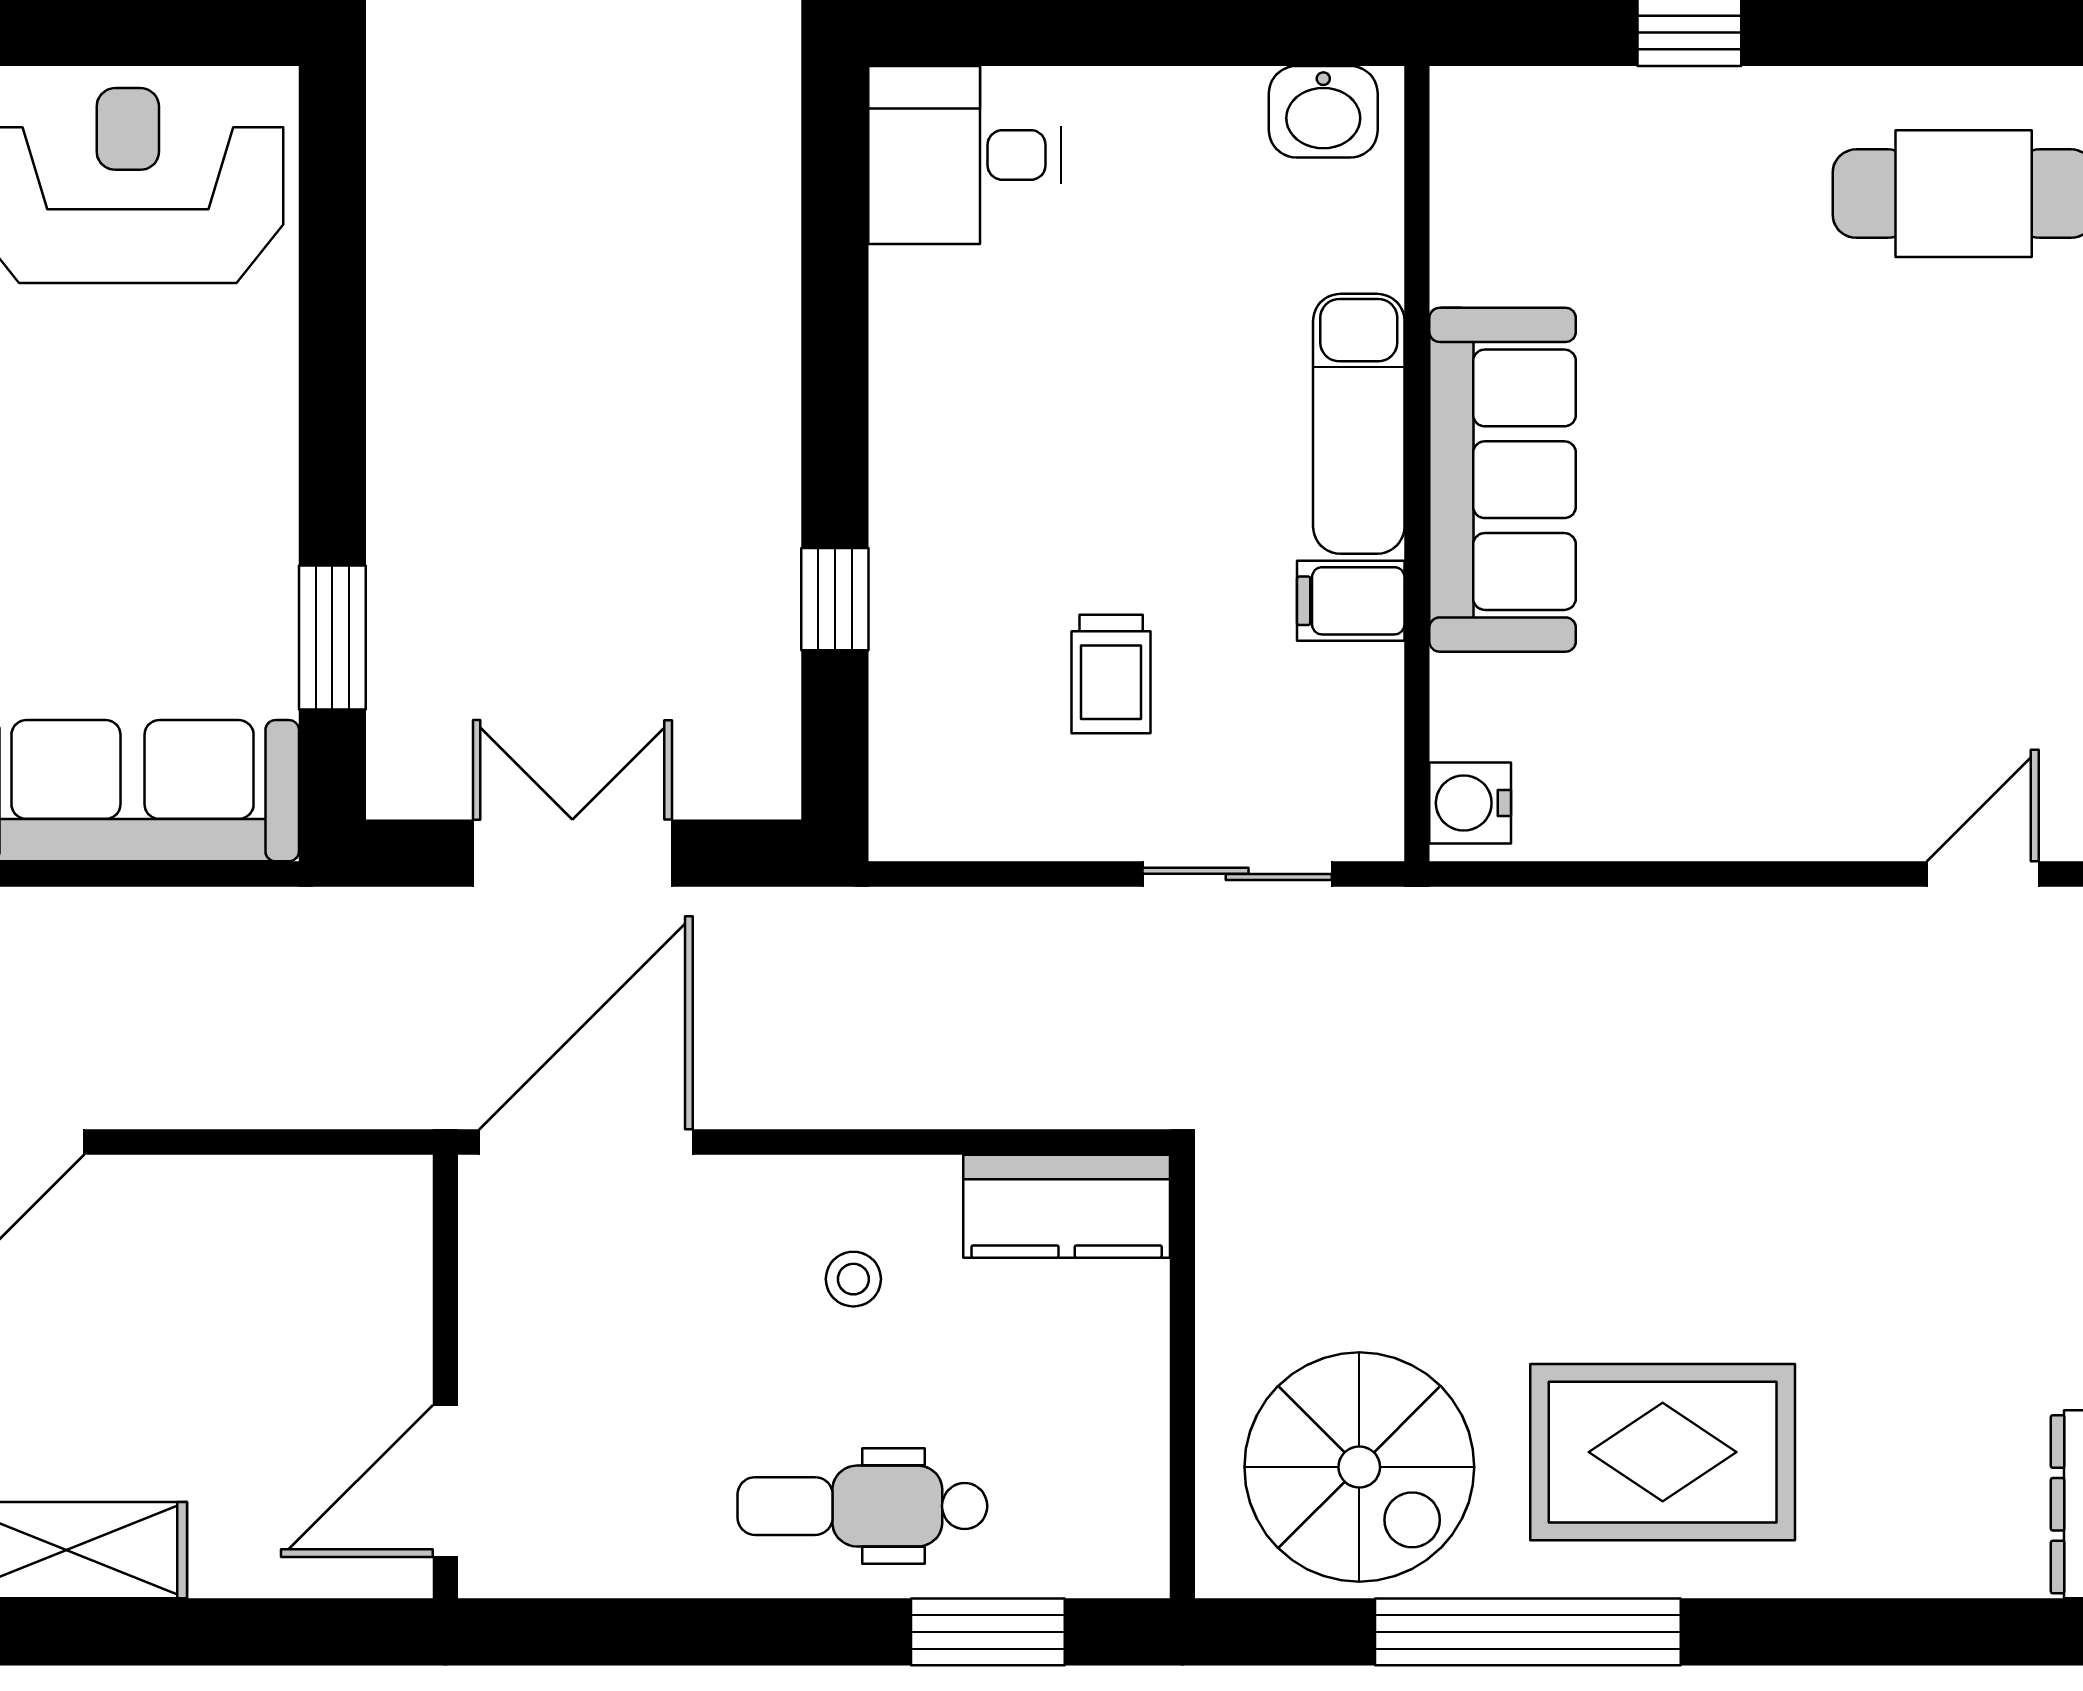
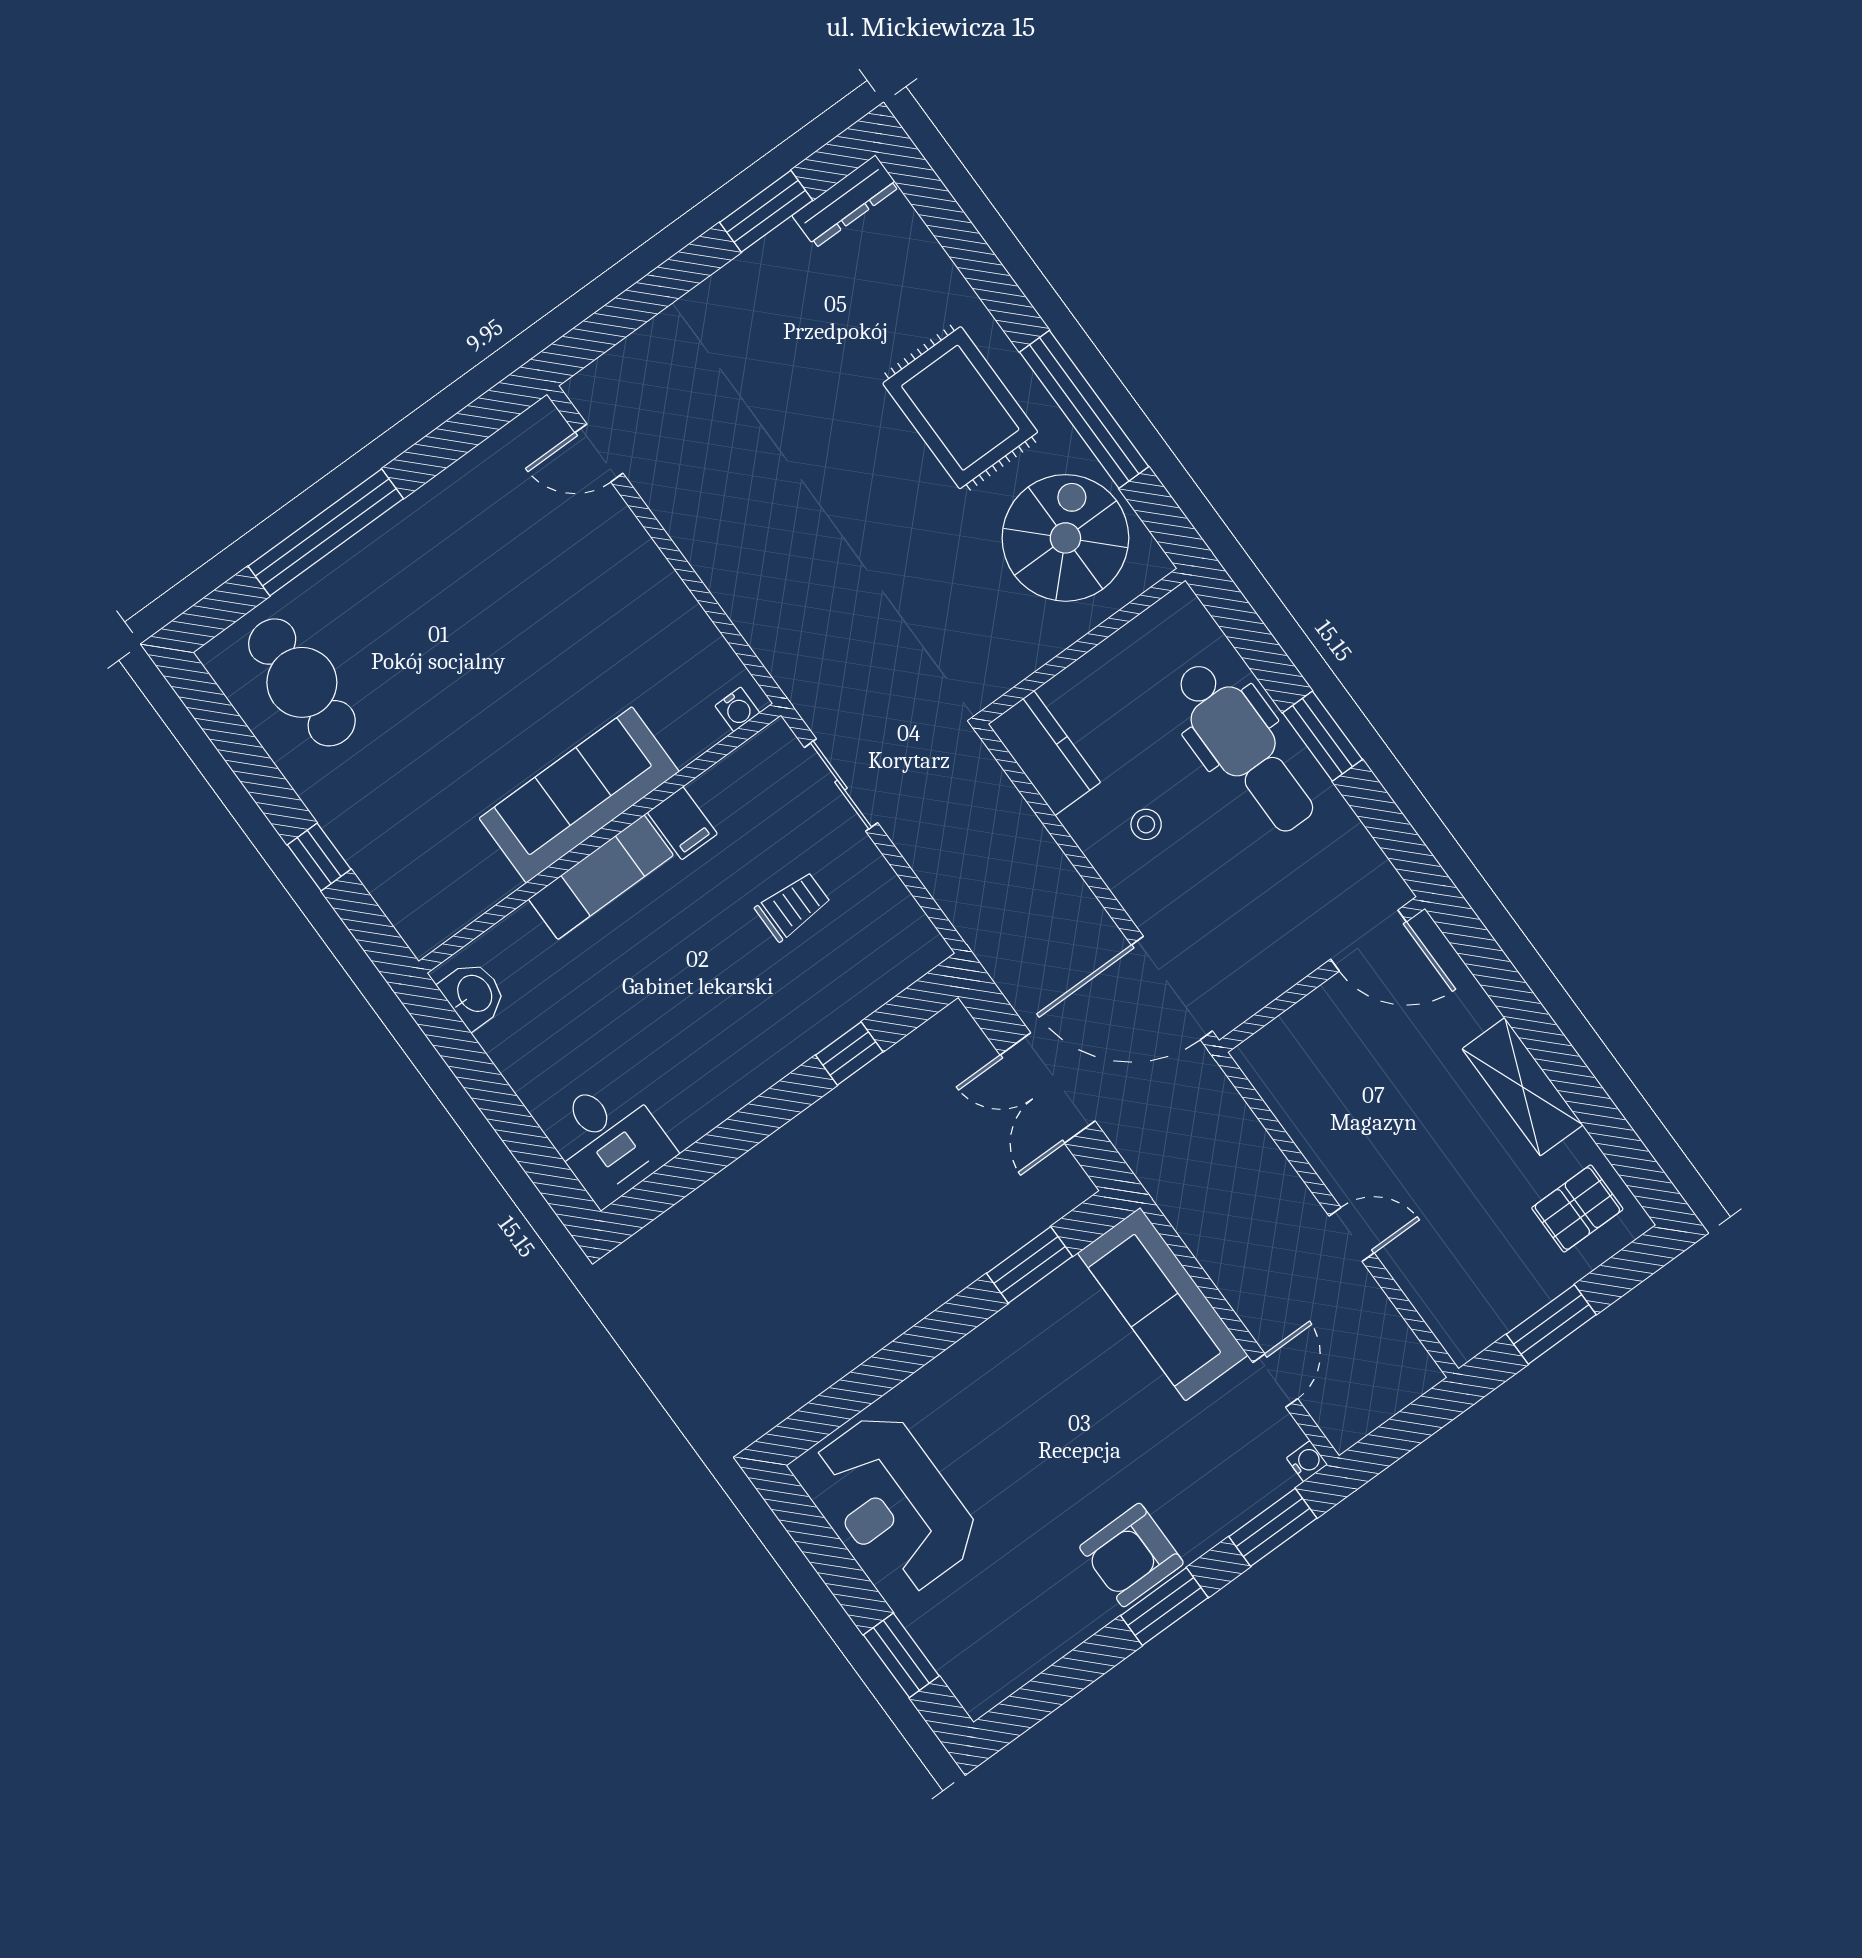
water cooler: (1470, 803) -> (737, 709), width x0.72, depth x0.72
dental chair: (862, 1506) -> (1244, 747), width x1.36, depth x1.38
window: (988, 1632) -> (1322, 736), moved

